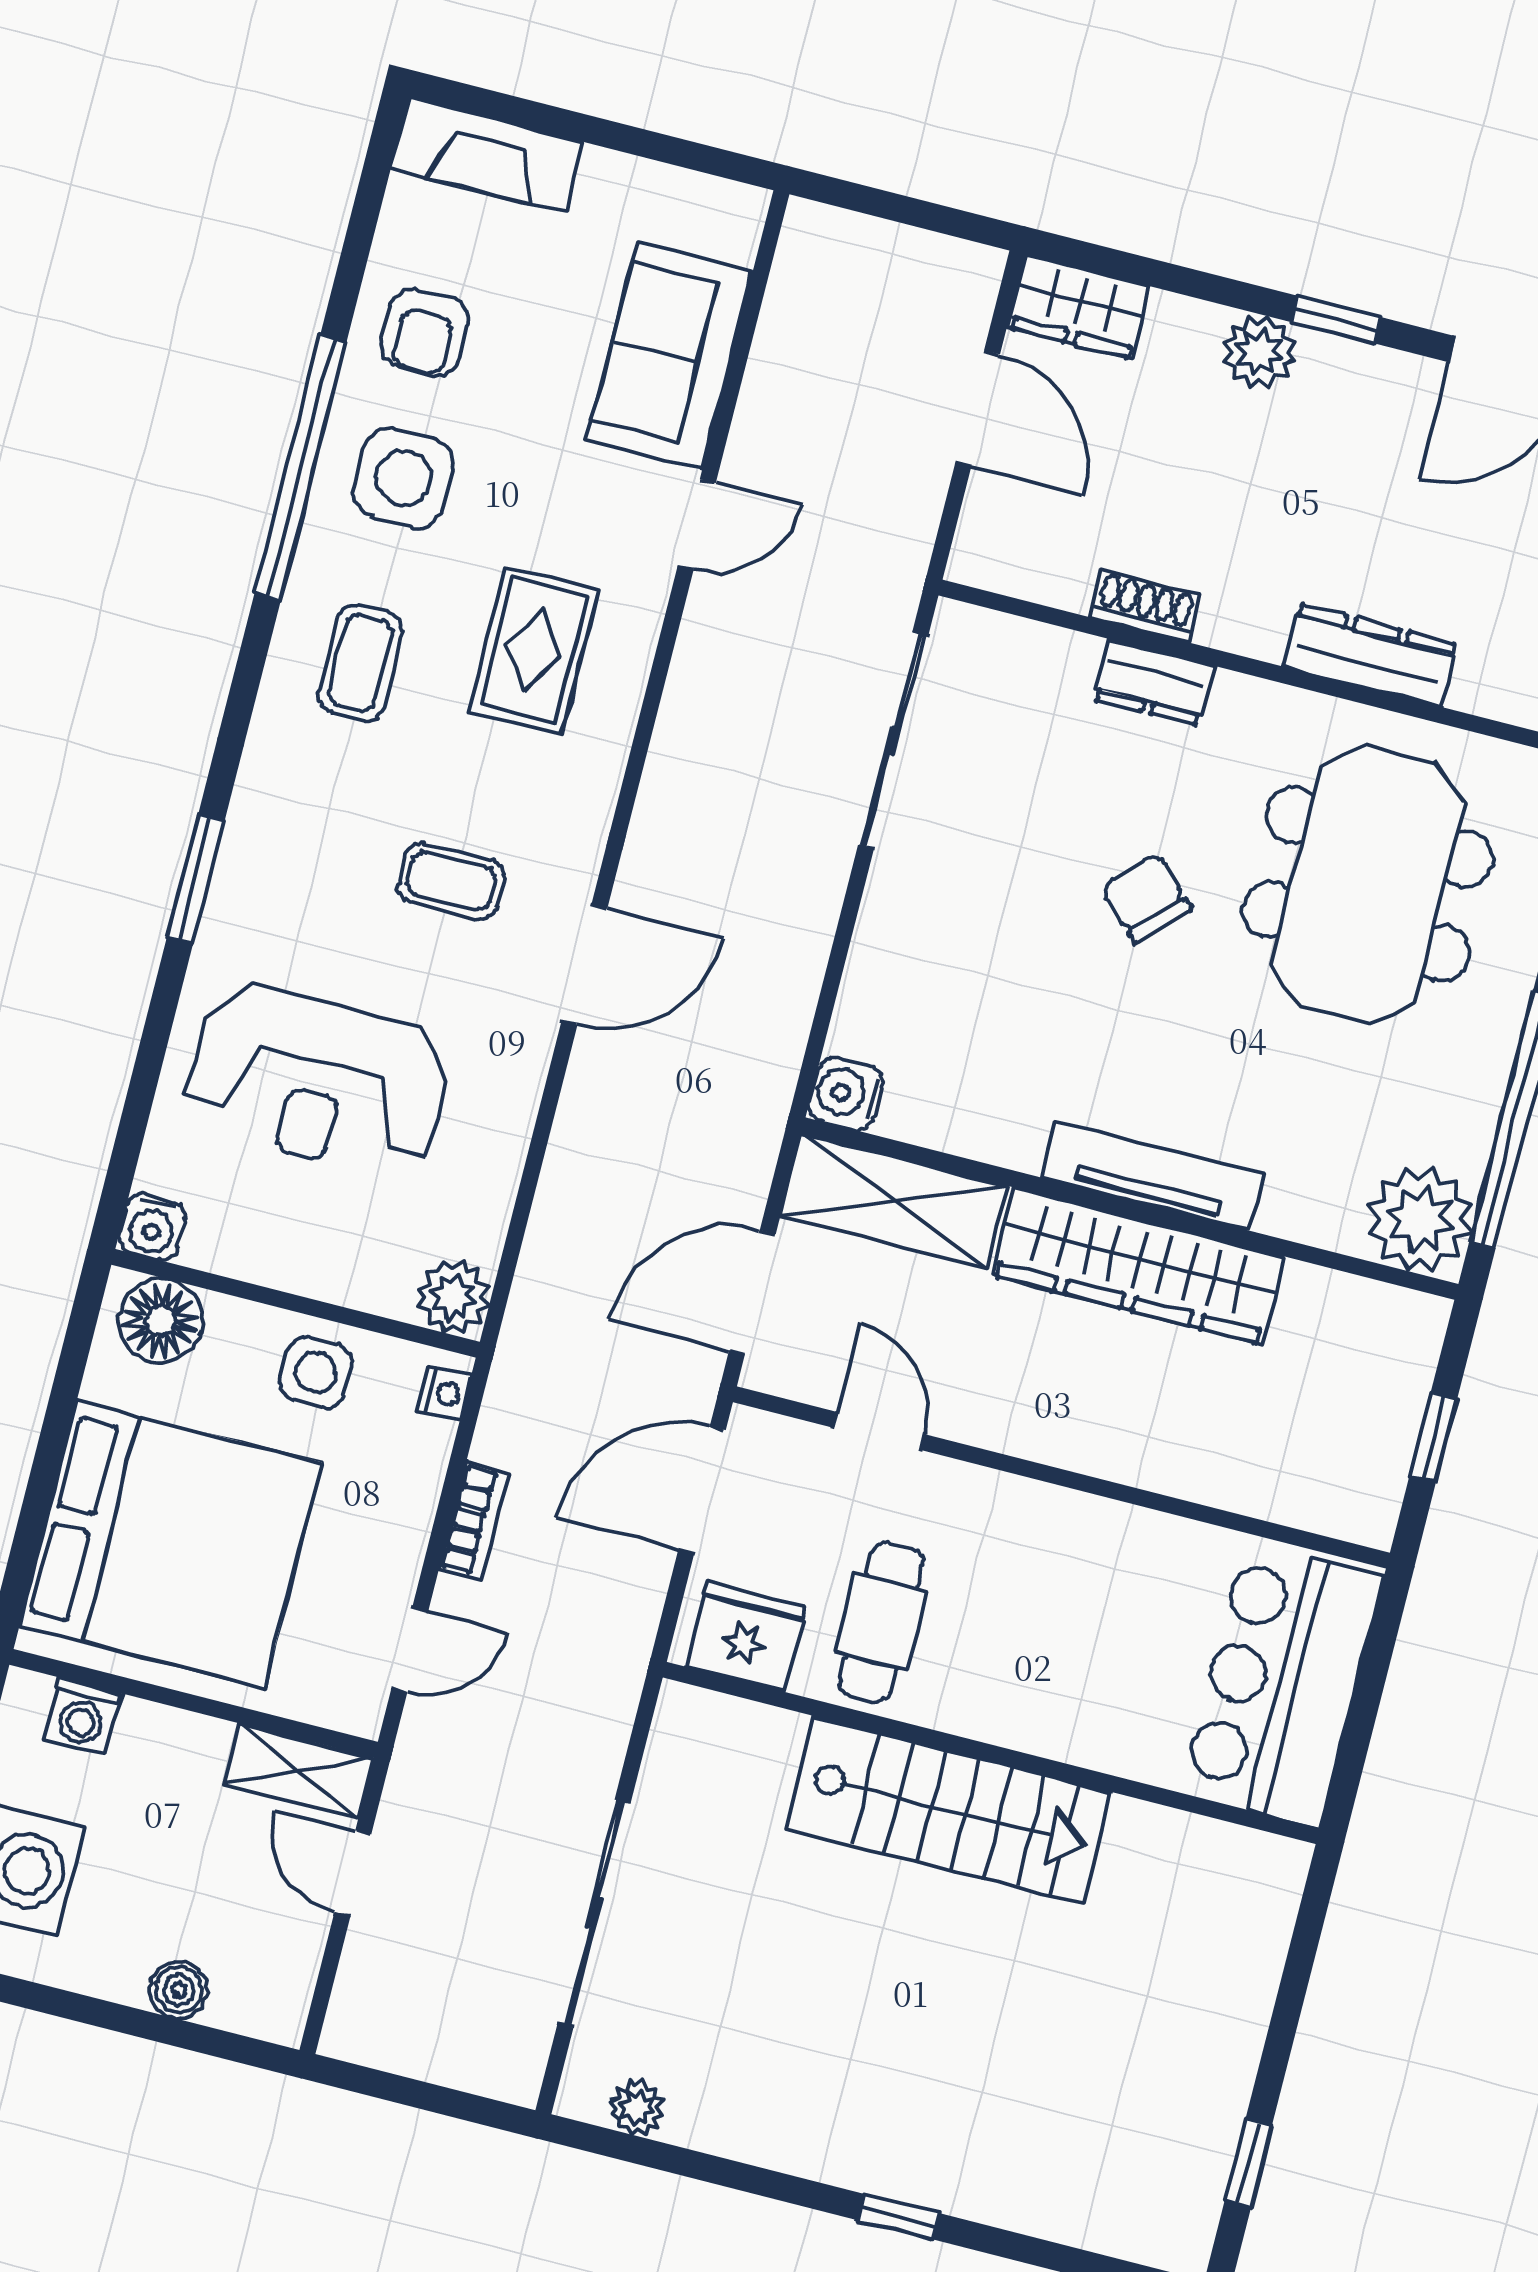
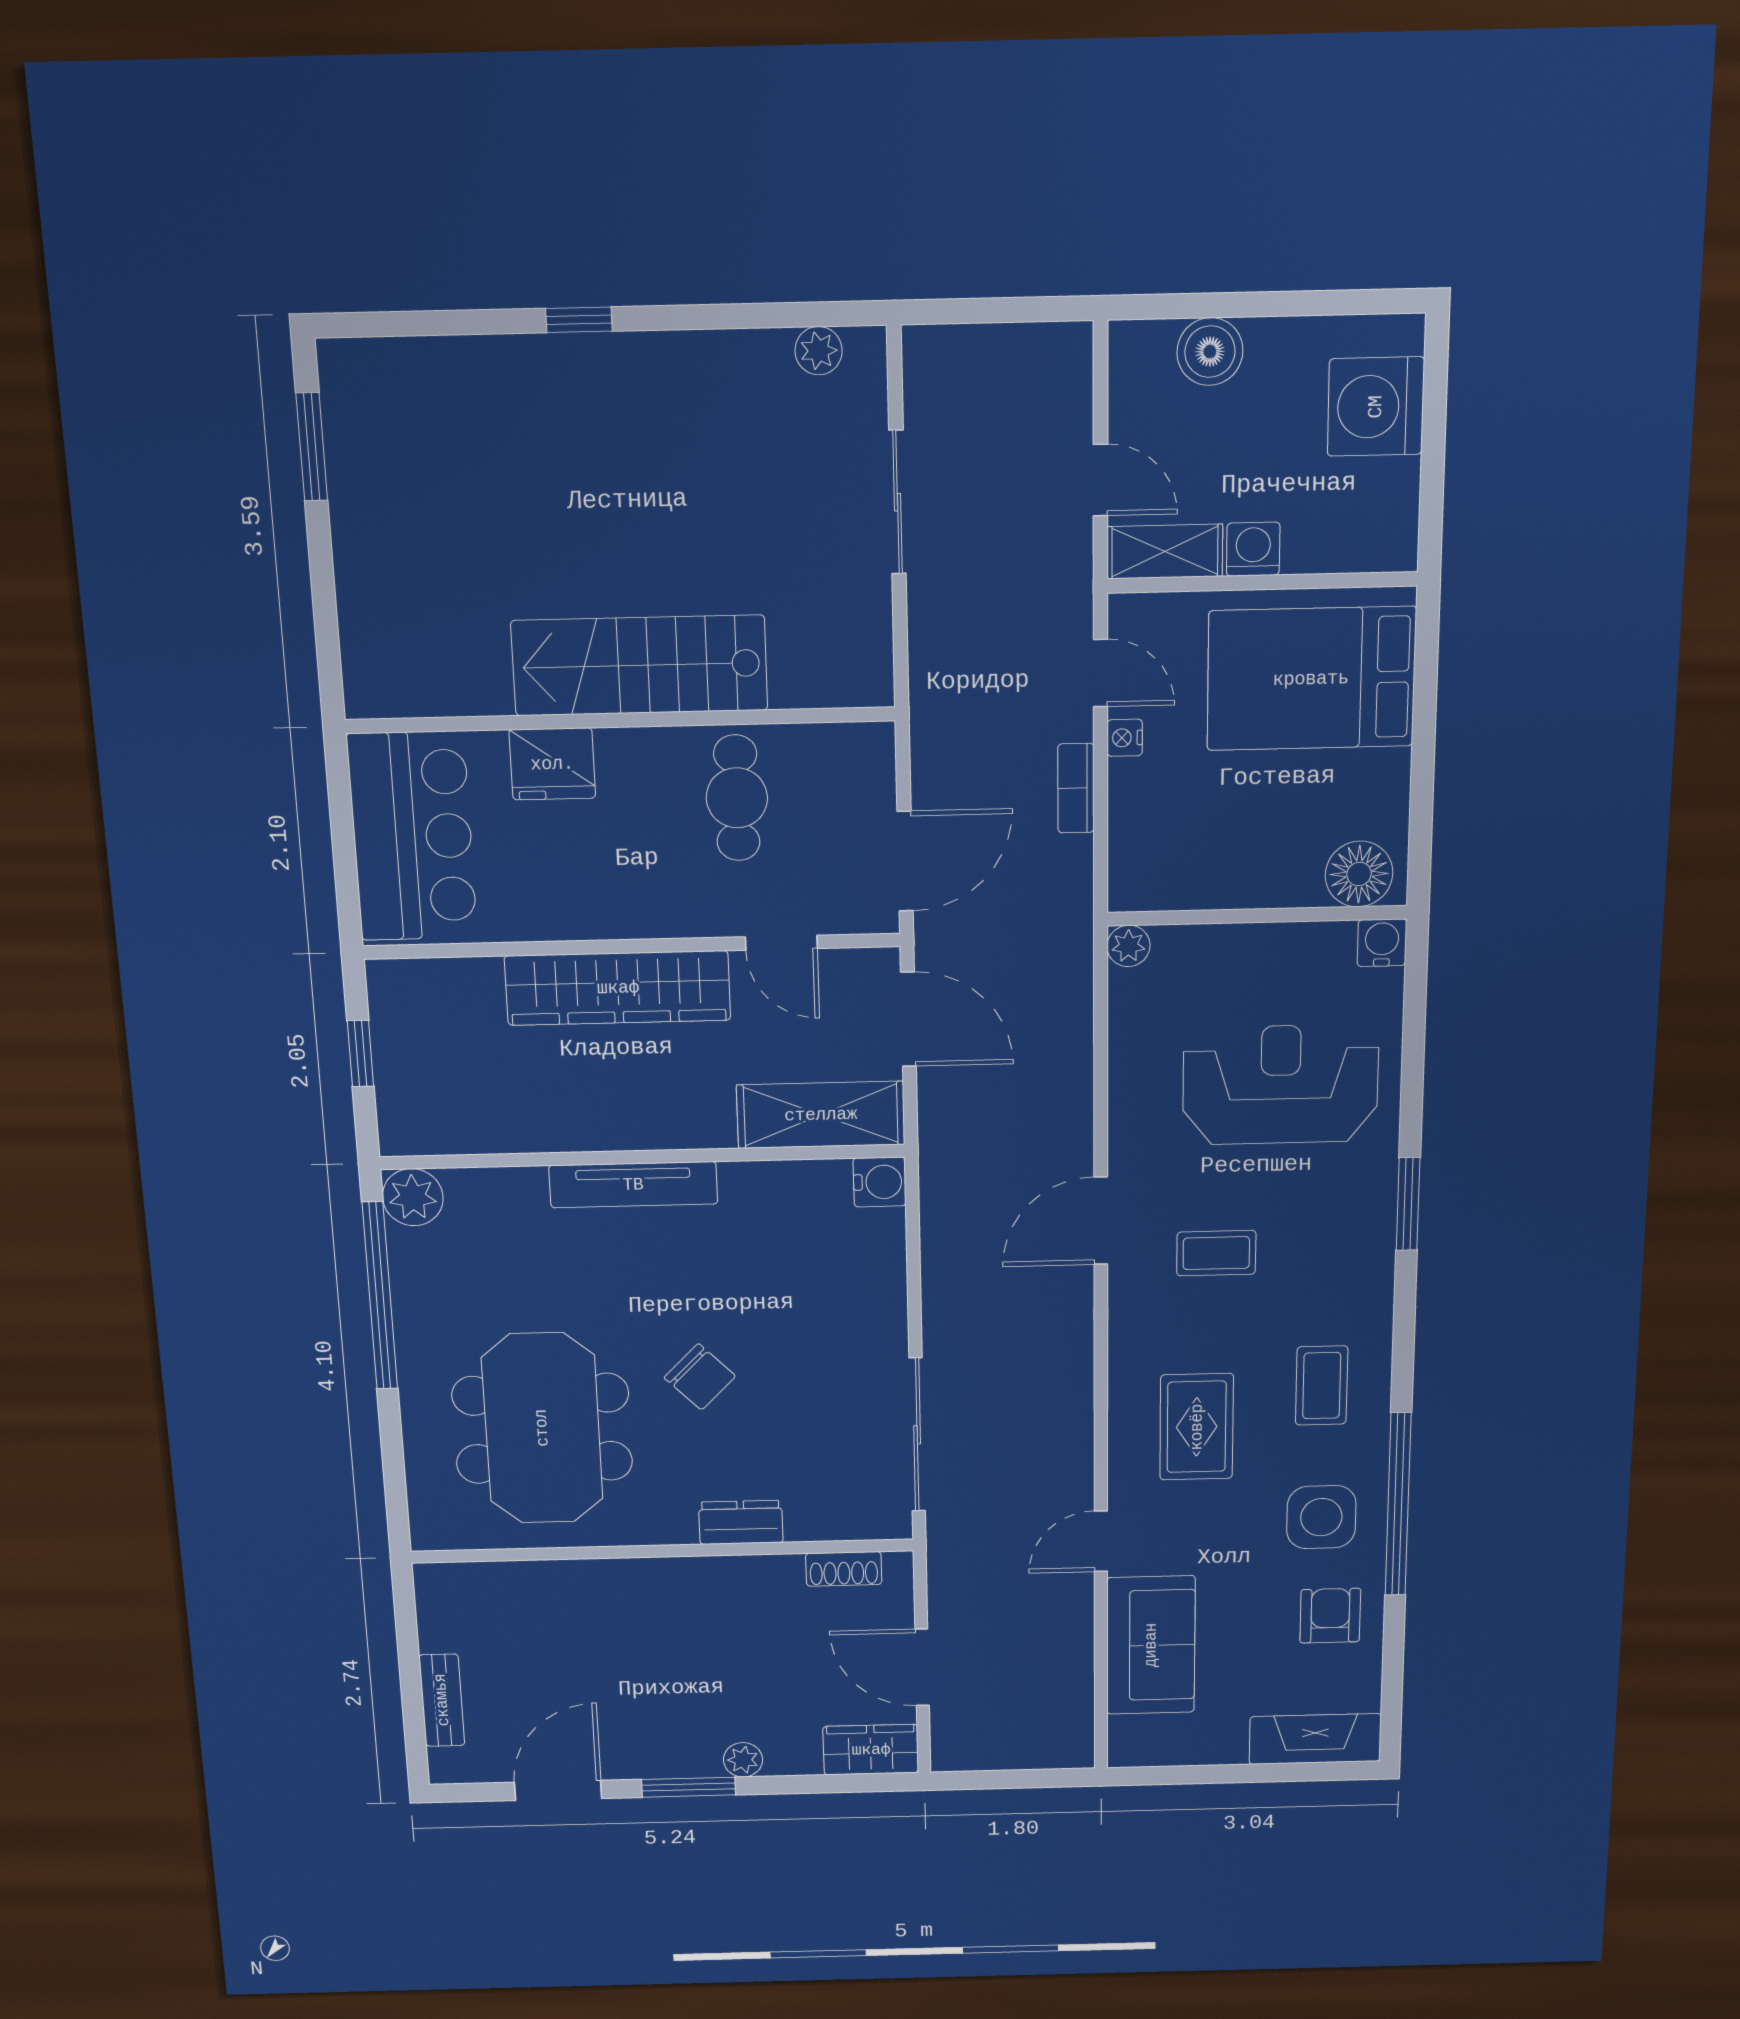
window: (1336, 320) -> (688, 1787), width x1.50
plant: (1259, 352) -> (743, 1760), width x0.73, depth x0.73
shoe rack: (1145, 606) -> (844, 1569), moved
dresser: (1370, 655) -> (592, 1580), removed
plant: (1420, 1219) -> (413, 1197), width x0.73, depth x0.73
wardrobe: (1138, 1266) -> (618, 988), moved, turned 180
door: (752, 1292) -> (908, 1019), hinge flipped
plant: (453, 1297) -> (1129, 946), width x0.73, depth x0.73
side table: (316, 1372) -> (1229, 868), removed
nightstand: (445, 1393) -> (1125, 738), moved
bed: (171, 1544) -> (1311, 679), width x0.73
fridge: (746, 1637) -> (552, 764), moved
door: (410, 1650) -> (1101, 673), swing flipped
washing machine: (83, 1716) -> (1253, 549), moved
sliding door: (594, 1914) -> (898, 502), width x0.73
boiler: (179, 1990) -> (1210, 352), width x1.36, depth x1.36
window: (1248, 2163) -> (312, 447), width x1.50

